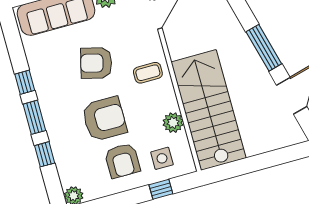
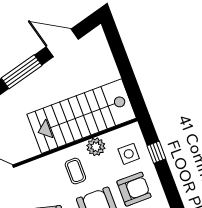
coffee table: (148, 73) -> (75, 171), moved

